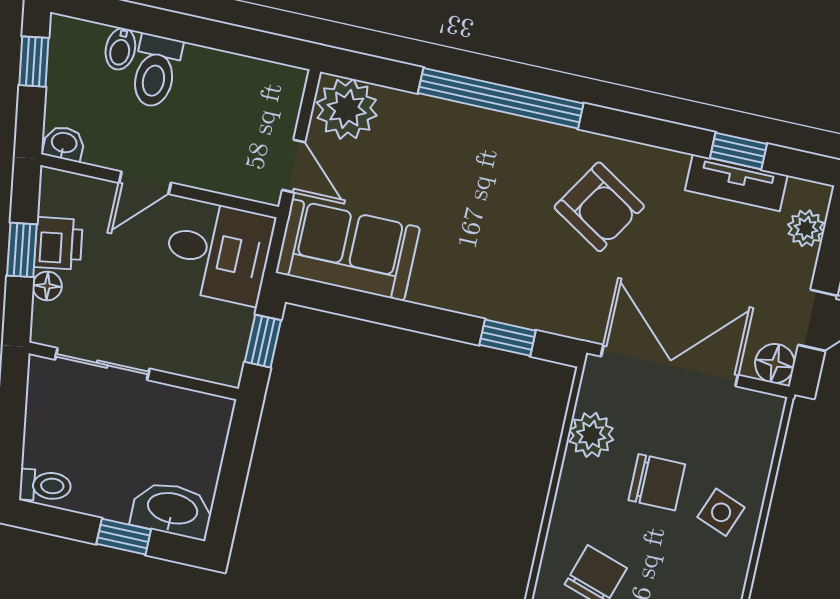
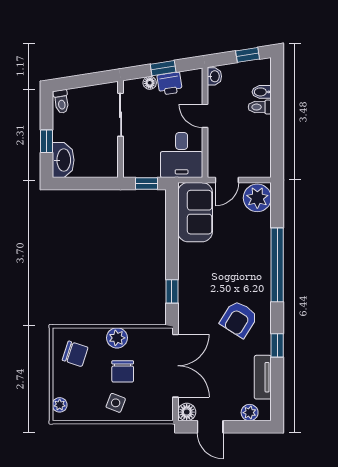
toilet: (156, 71) -> (260, 107), width x0.73, depth x0.72
window: (738, 151) -> (277, 345), moved
plant: (591, 435) -> (117, 338), moved

